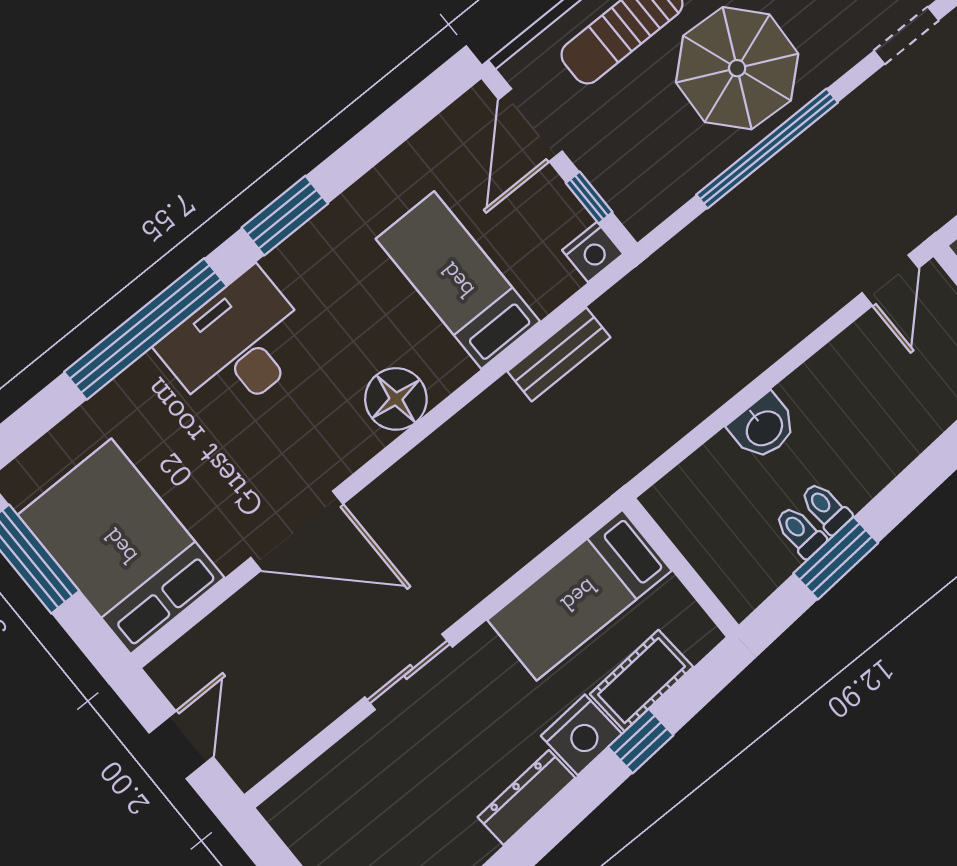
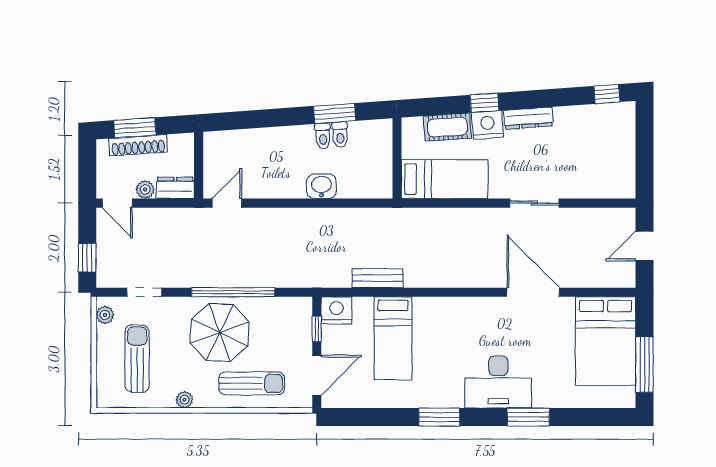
nightstand: (593, 252) -> (336, 310), width x1.36, depth x1.33
window: (145, 329) -> (528, 417), width x0.47
floor lamp: (396, 399) -> (454, 312), removed
window: (641, 741) -> (484, 103), moved

